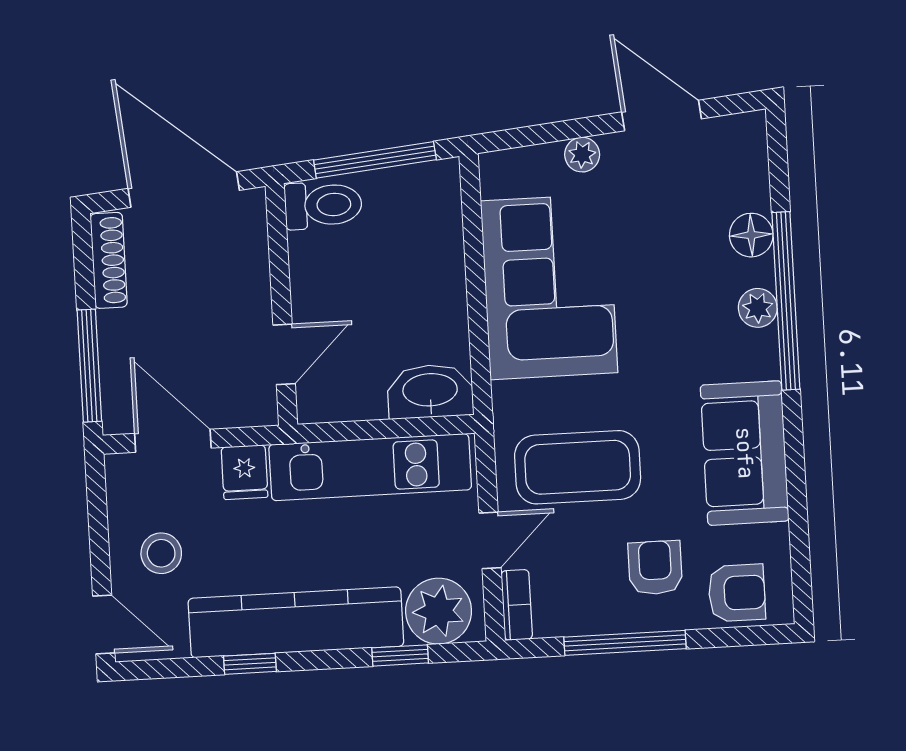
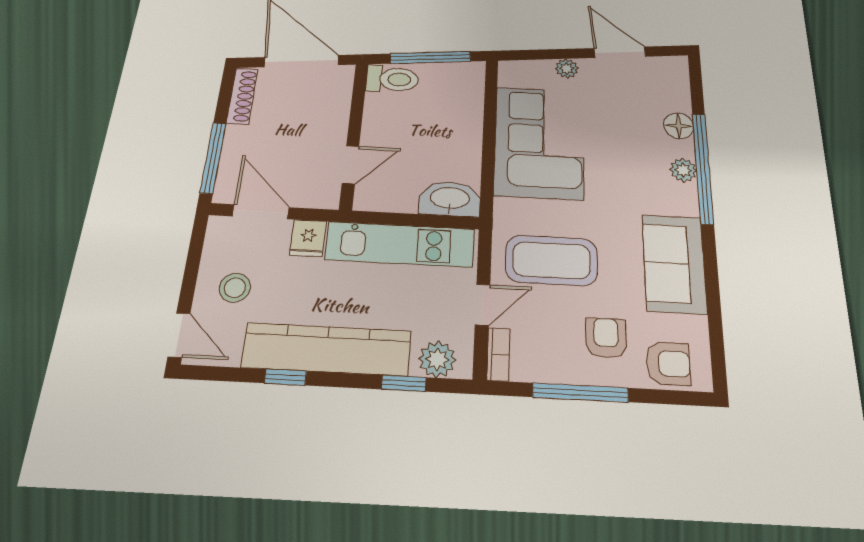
plant: (439, 611) -> (437, 359), width x0.73, depth x0.73

